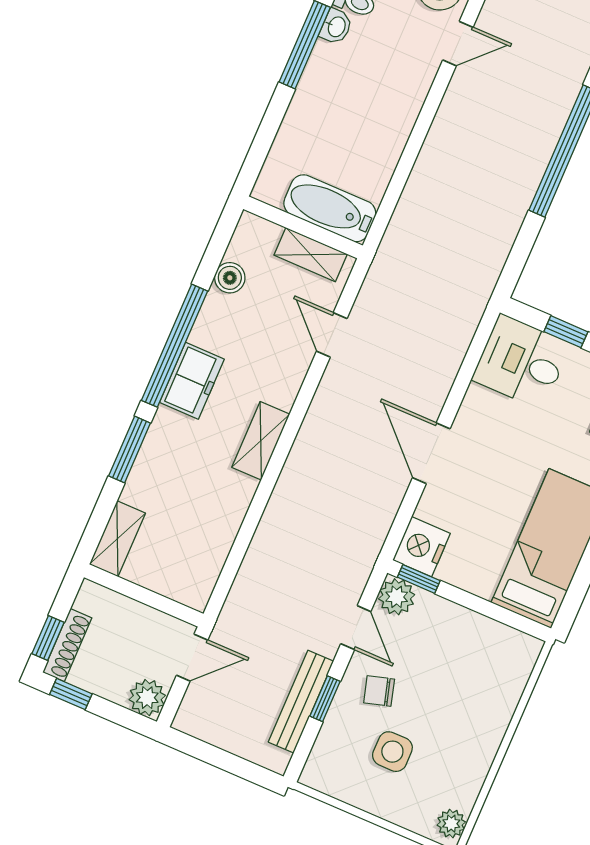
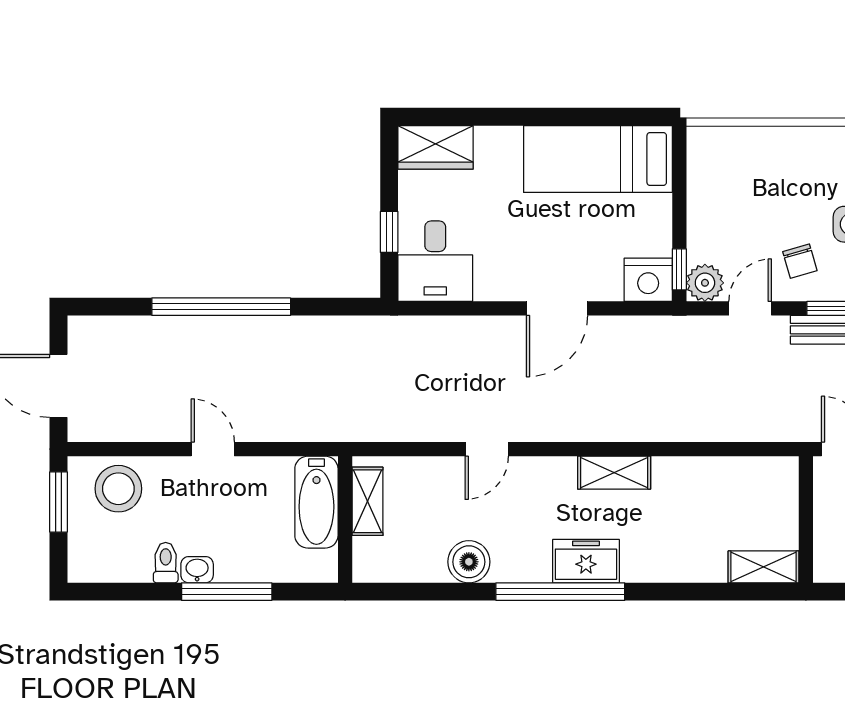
door: (458, 44) -> (213, 449), moved
bathtub: (330, 208) -> (316, 502), moved
wall: (303, 227) -> (345, 519), moved
shelving: (311, 255) -> (368, 501), moved
boiler: (230, 278) -> (469, 562), width x1.36, depth x1.36
window: (130, 449) -> (675, 592), removed

